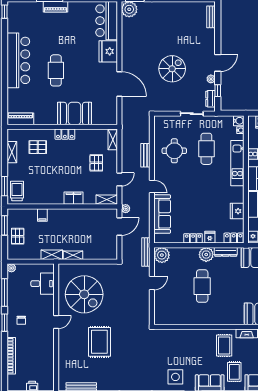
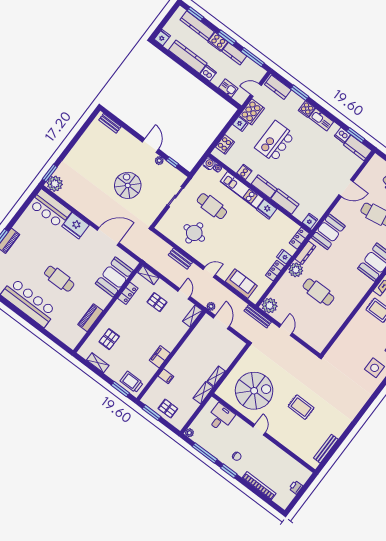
dresser: (211, 99) -> (175, 173), removed
booth: (74, 114) -> (114, 277), moved
piano: (20, 119) -> (90, 318), moved
locker: (65, 134) -> (128, 293), moved
filing cabinet: (74, 198) -> (160, 357), moved
fridge: (237, 211) -> (267, 209), moved
sofa: (162, 214) -> (241, 284), width x0.73
rug: (99, 342) -> (301, 407), width x0.73, depth x0.70

